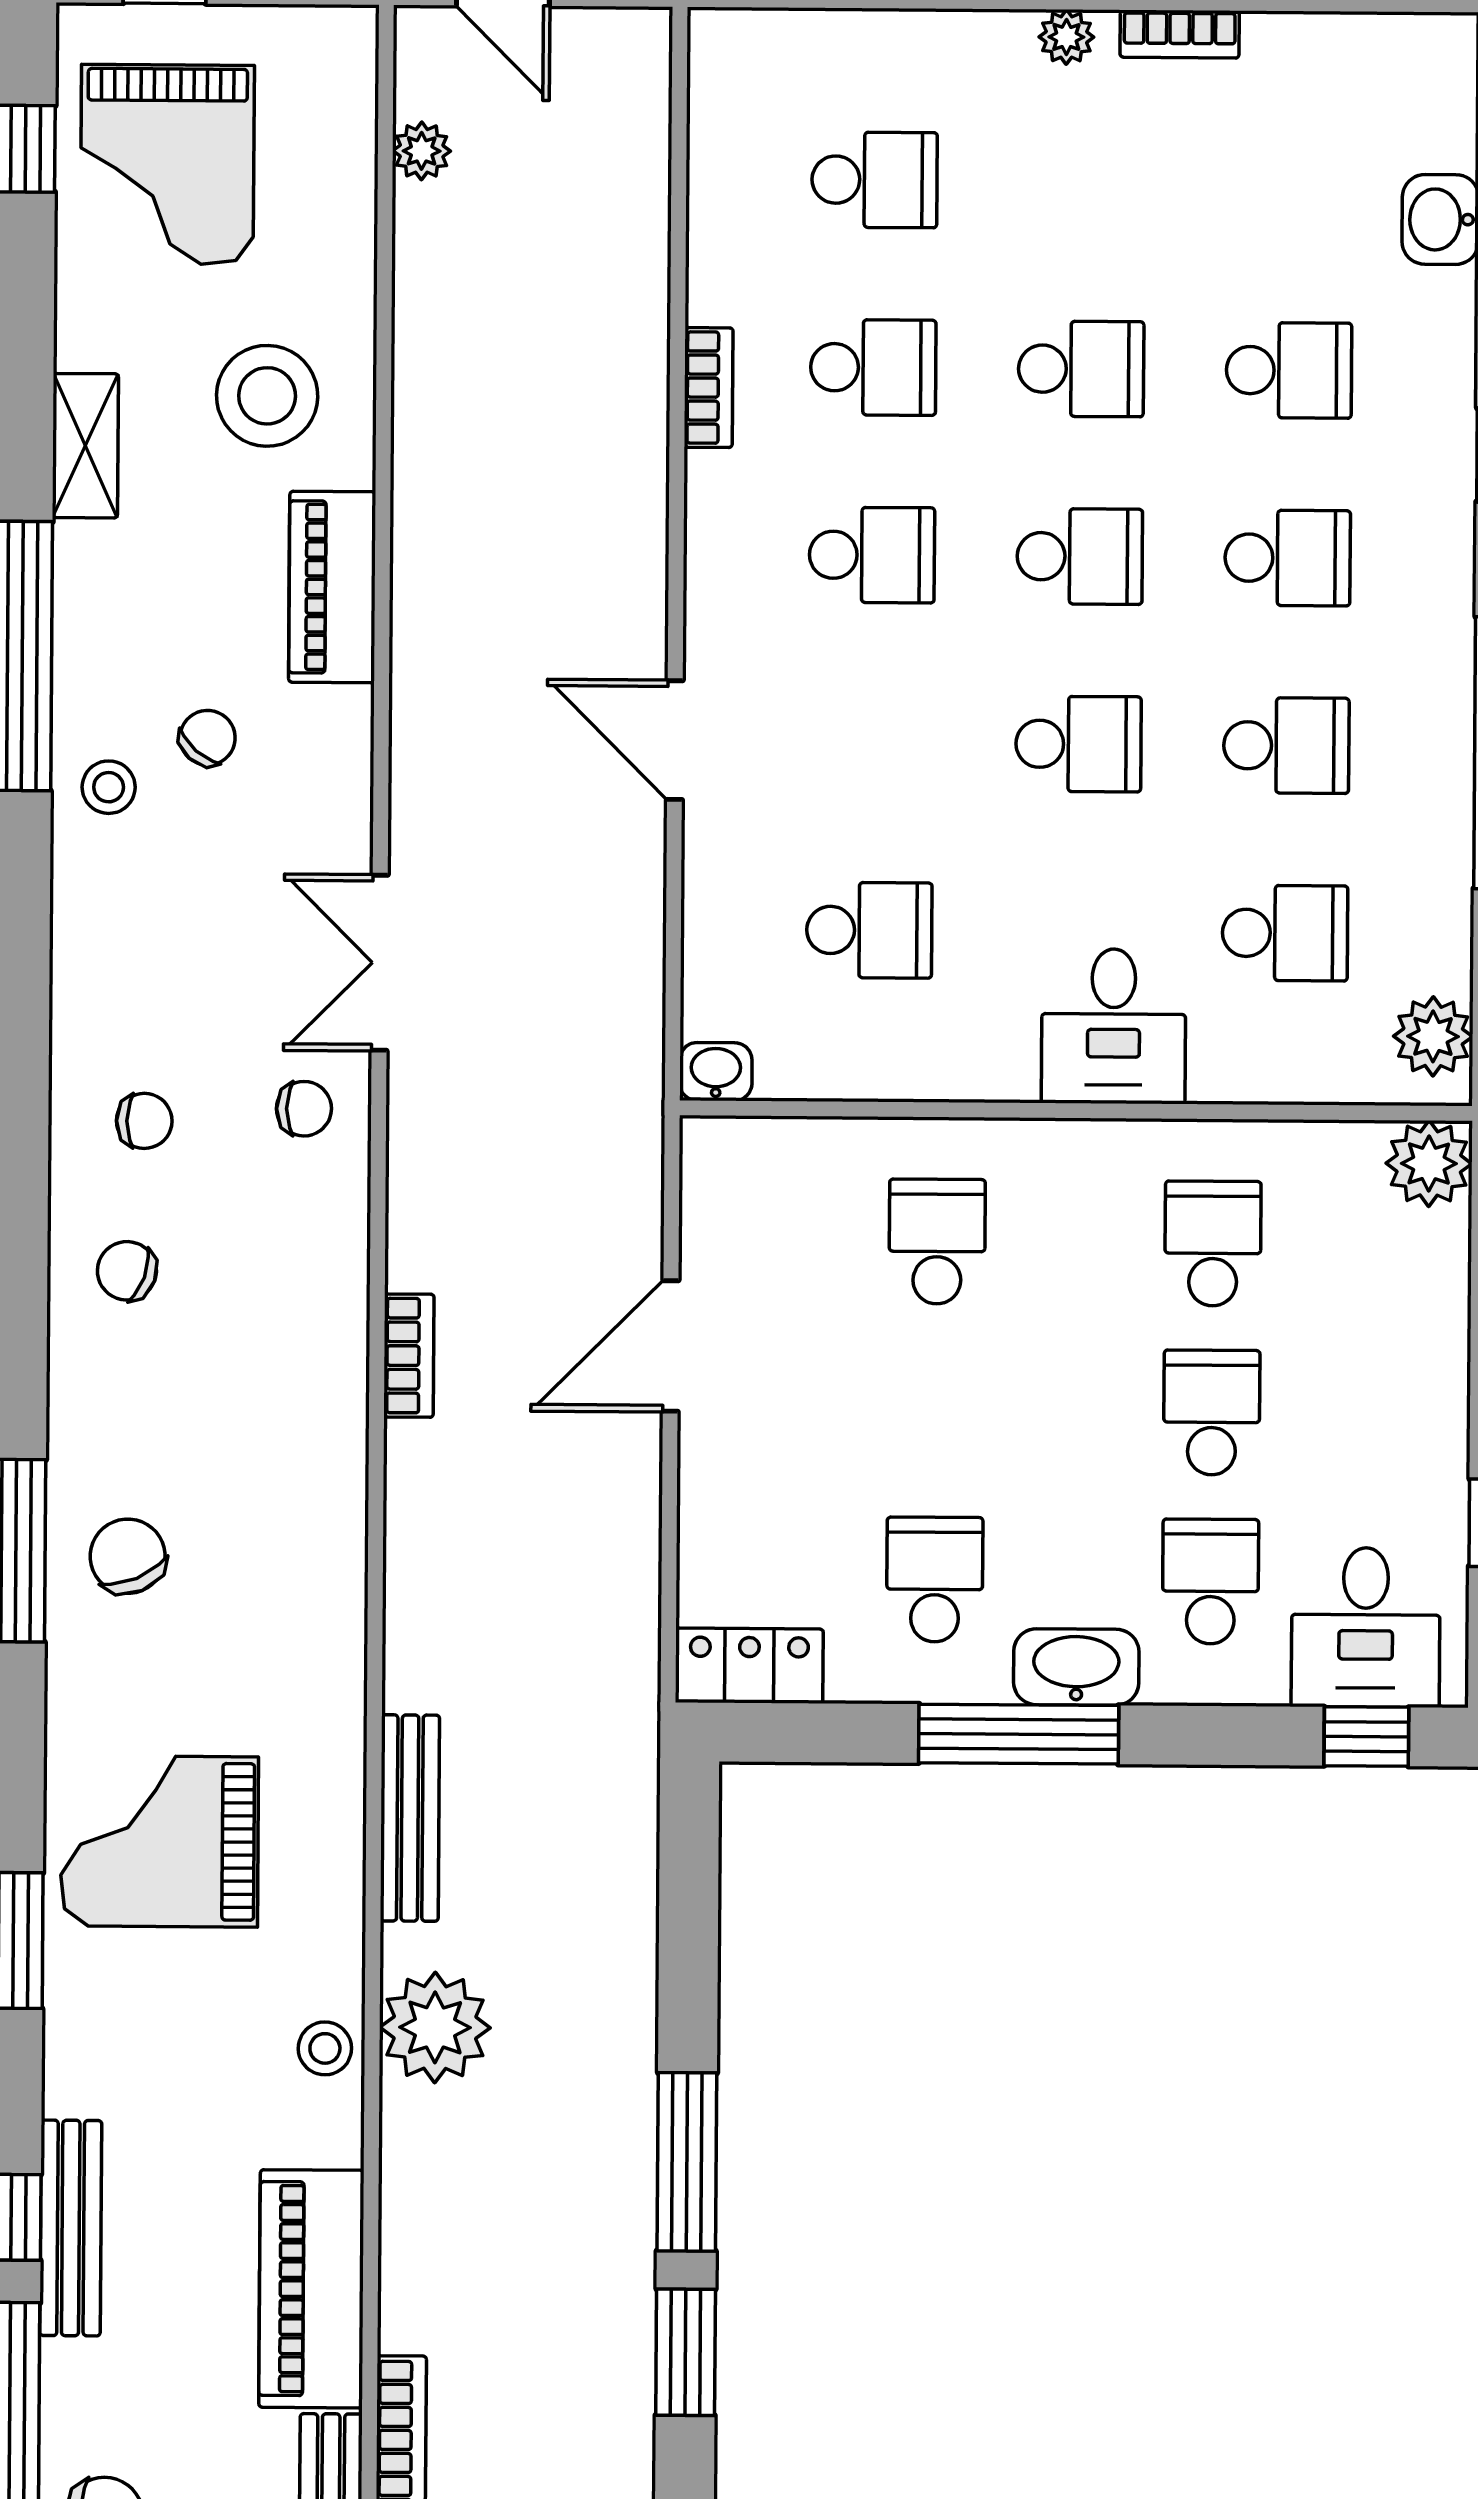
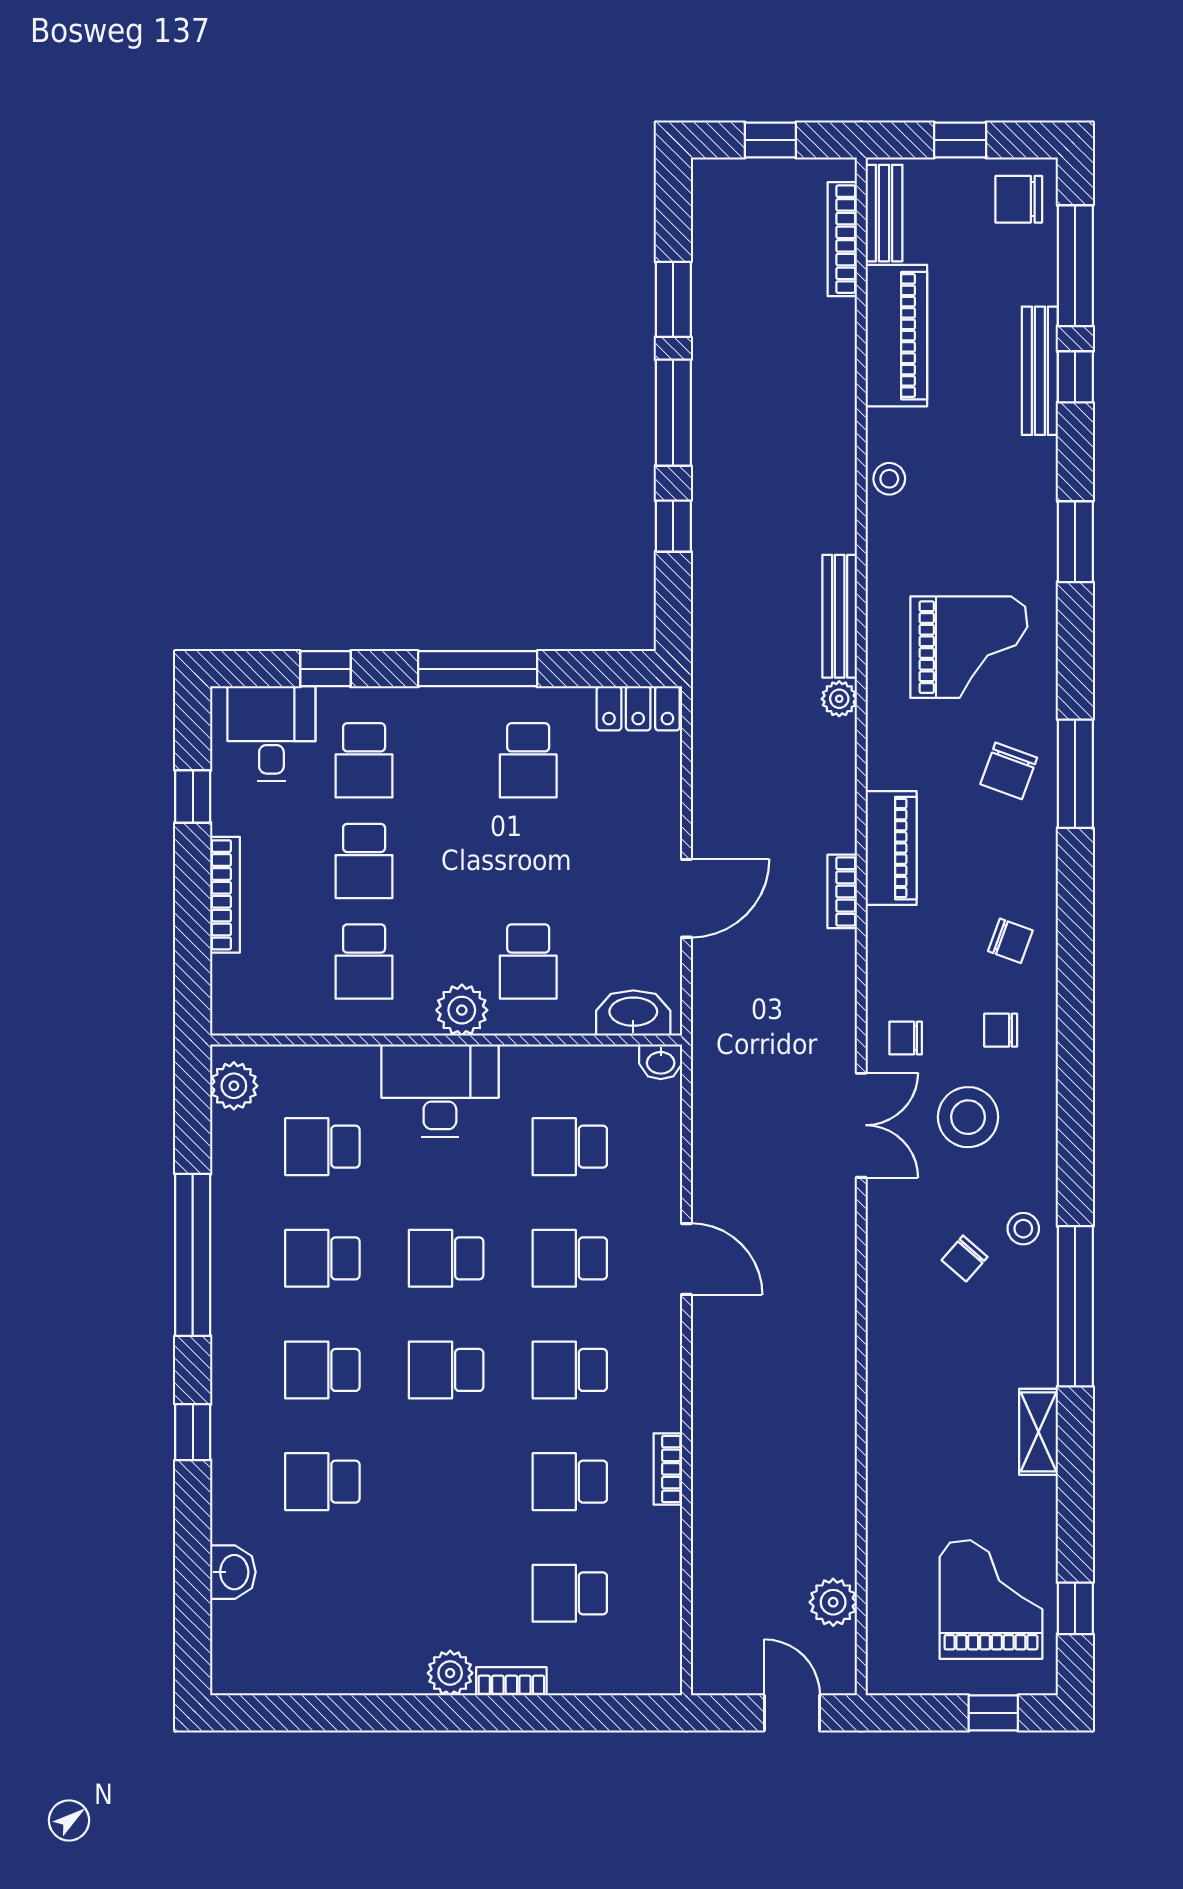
bookcase: (1180, 34) -> (511, 1681), moved
plant: (1066, 37) -> (450, 1673), width x1.38, depth x1.38
plant: (422, 151) -> (833, 1602), width x1.38, depth x1.38
school desk: (1081, 369) -> (570, 1258), moved
stool: (267, 396) -> (968, 1117), moved
piano: (332, 587) -> (891, 848), moved
desk: (1114, 1026) -> (440, 1090), width x1.37
plant: (1429, 1163) -> (462, 1010), moved
bookcase: (1446, 1357) -> (225, 895), added
chair: (128, 1556) -> (1009, 771), turned 43
washbasin: (1076, 1667) -> (633, 1013), moved, turned 180
window: (1366, 1737) -> (325, 669), moved
grand piano: (160, 1841) -> (969, 647), moved
window: (688, 1971) -> (673, 526), added
plant: (435, 2027) -> (839, 699), moved, width x0.53, depth x0.53

